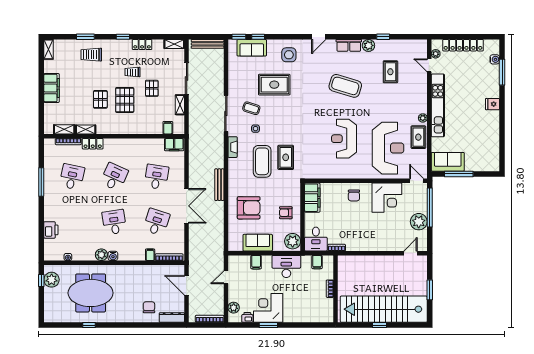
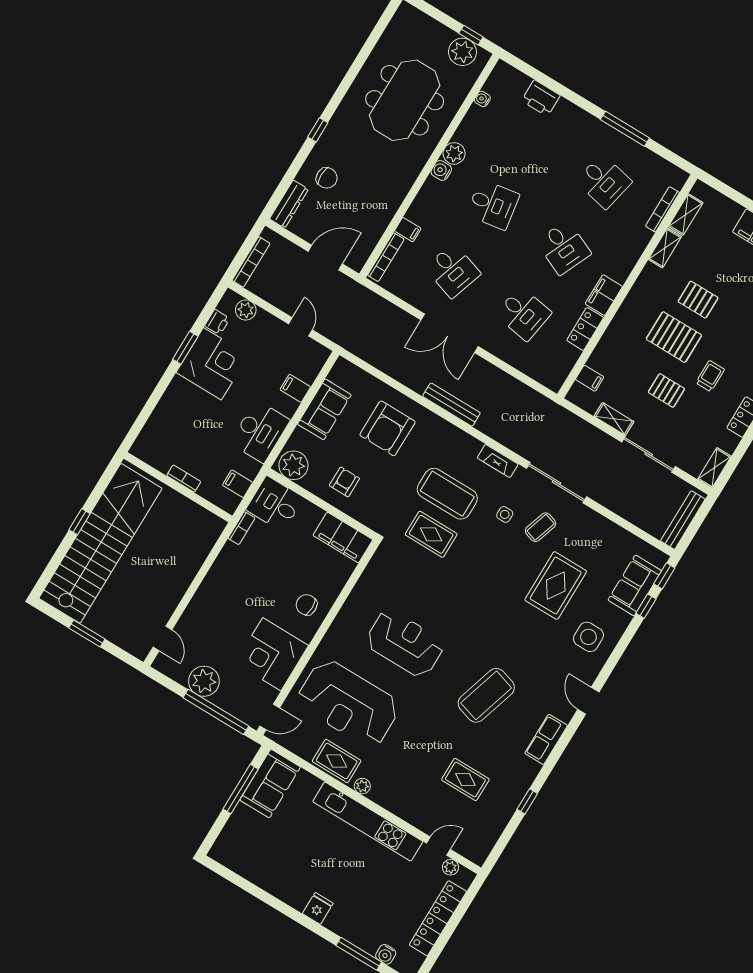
plant: (368, 45) -> (527, 770), removed
locker: (93, 144) -> (585, 329), moved
filing cabinet: (174, 145) -> (604, 295), moved
window: (89, 325) -> (318, 130), moved

